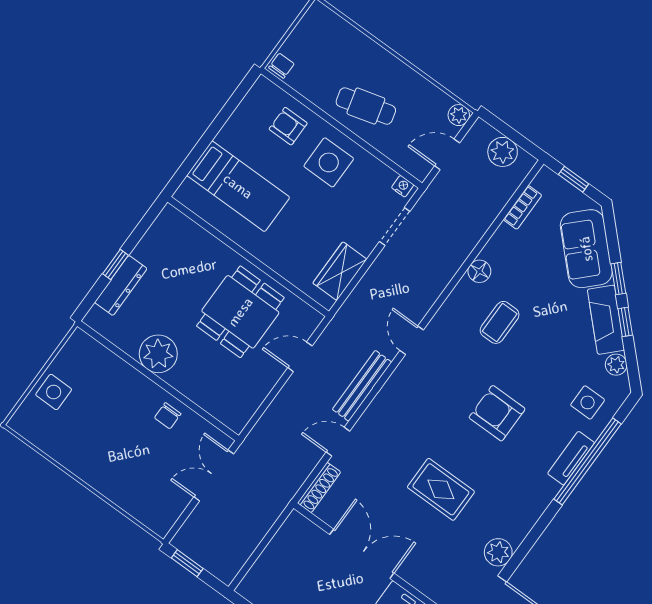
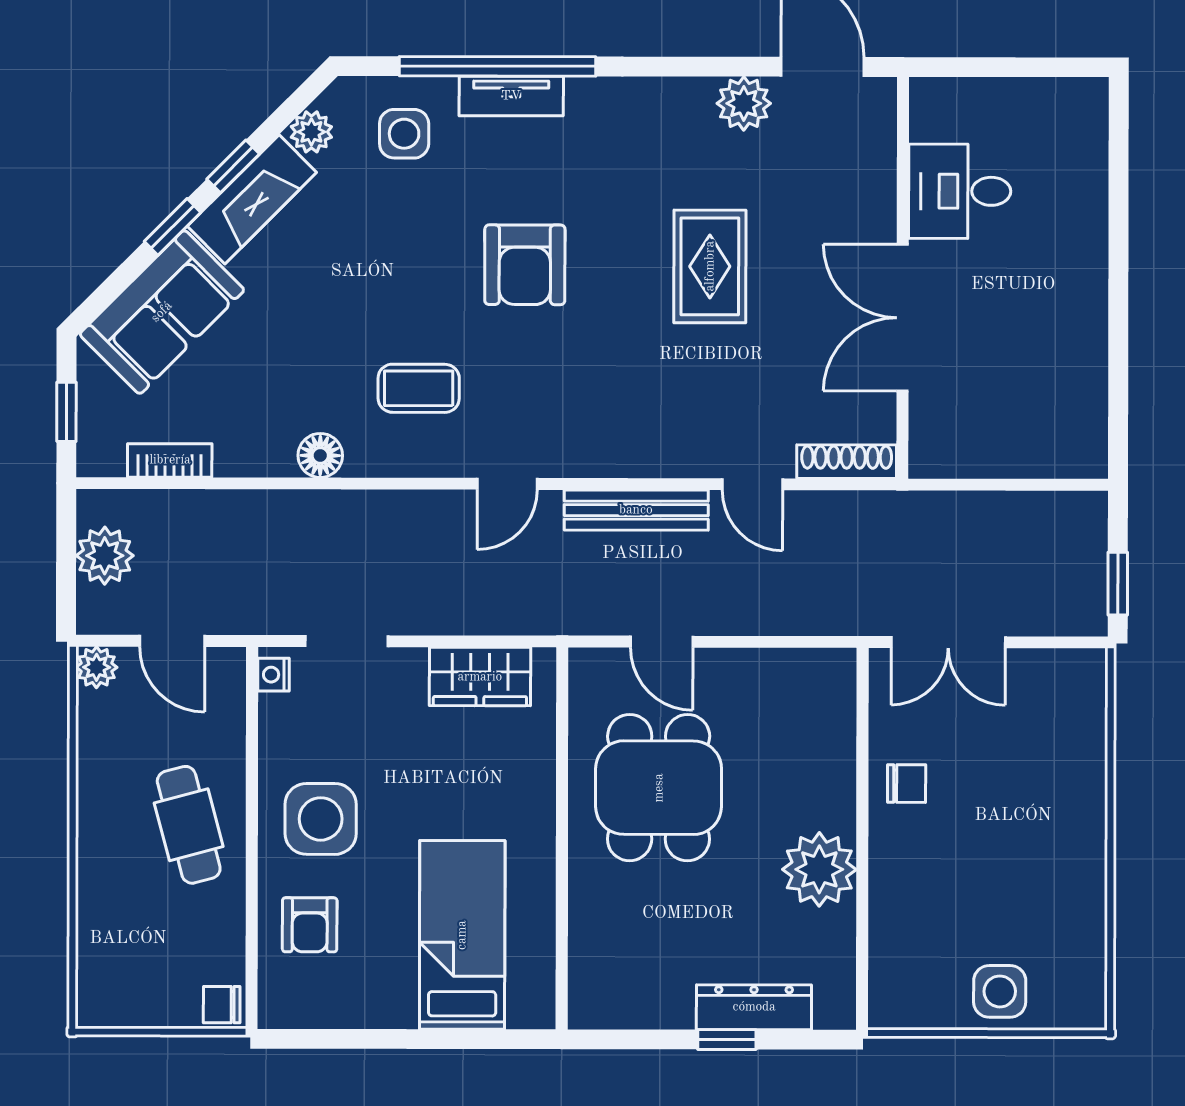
dining table: (240, 312) -> (659, 788), turned 90
coffee table: (500, 322) -> (419, 388), moved

